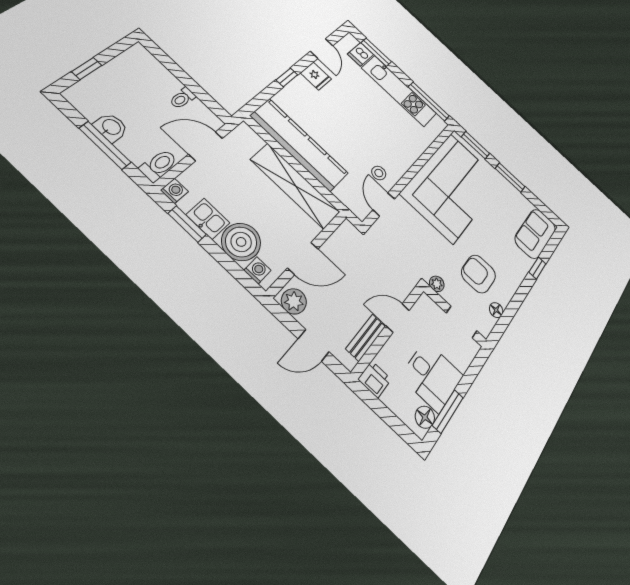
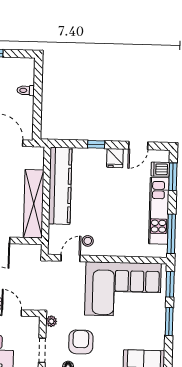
toilet: (182, 98) -> (26, 90), moved

